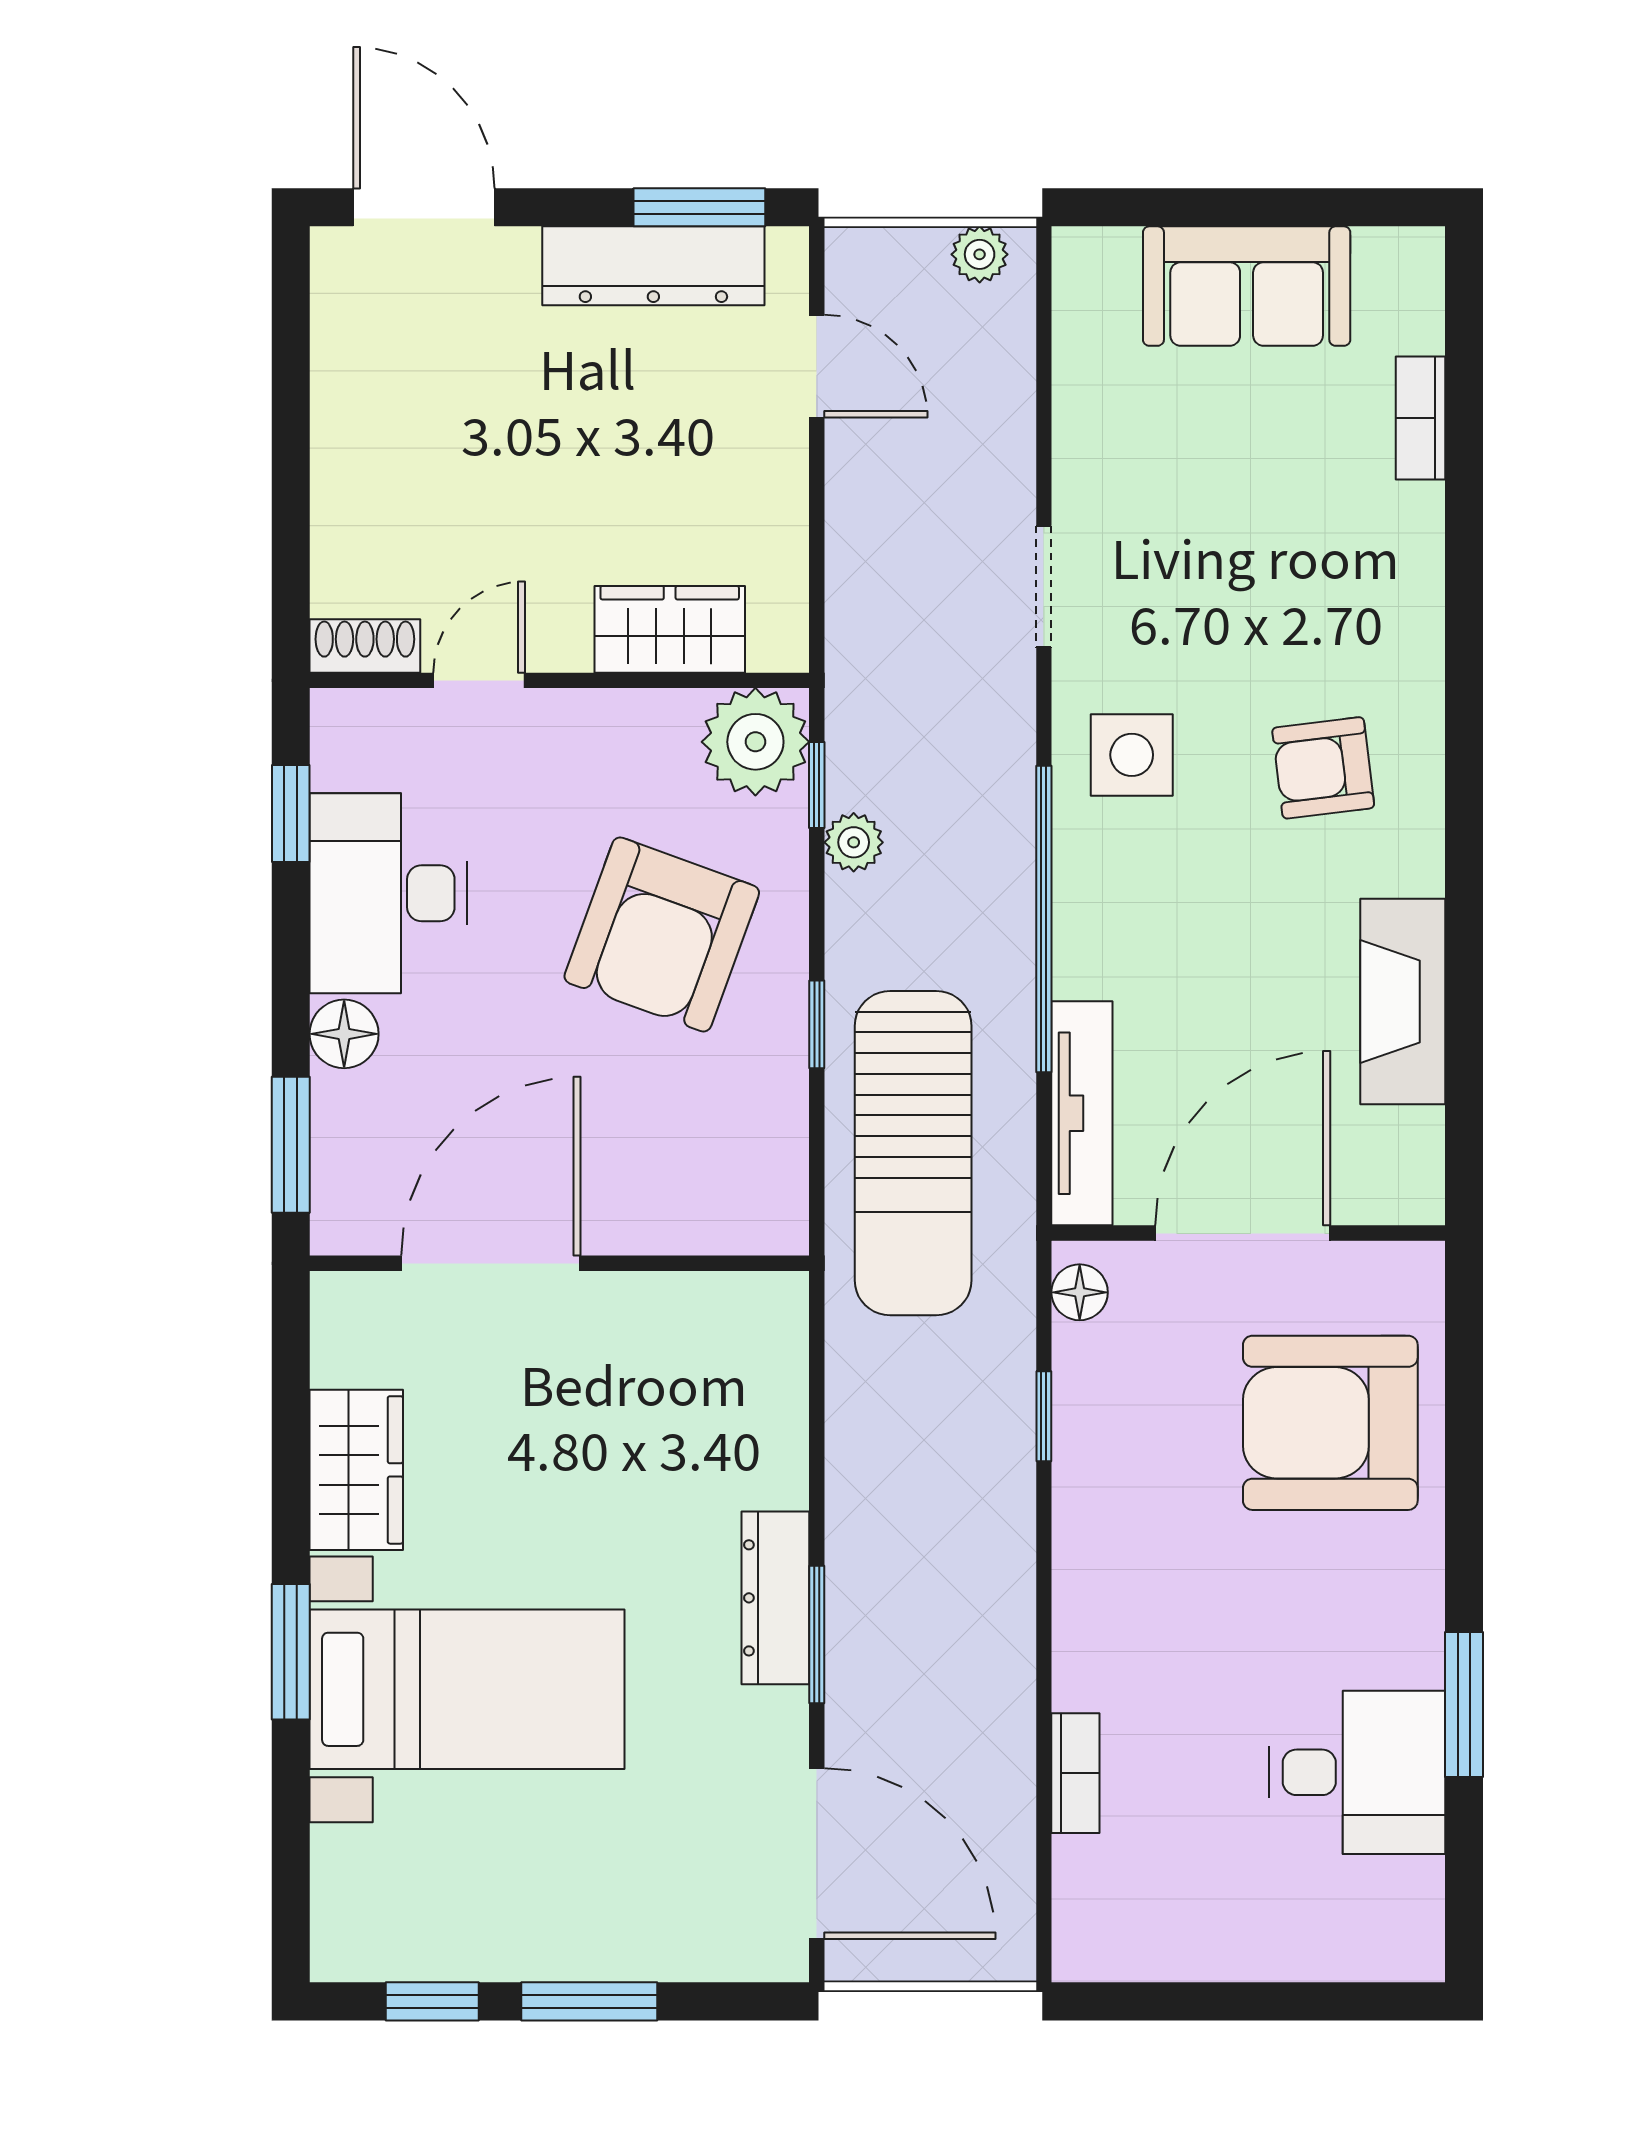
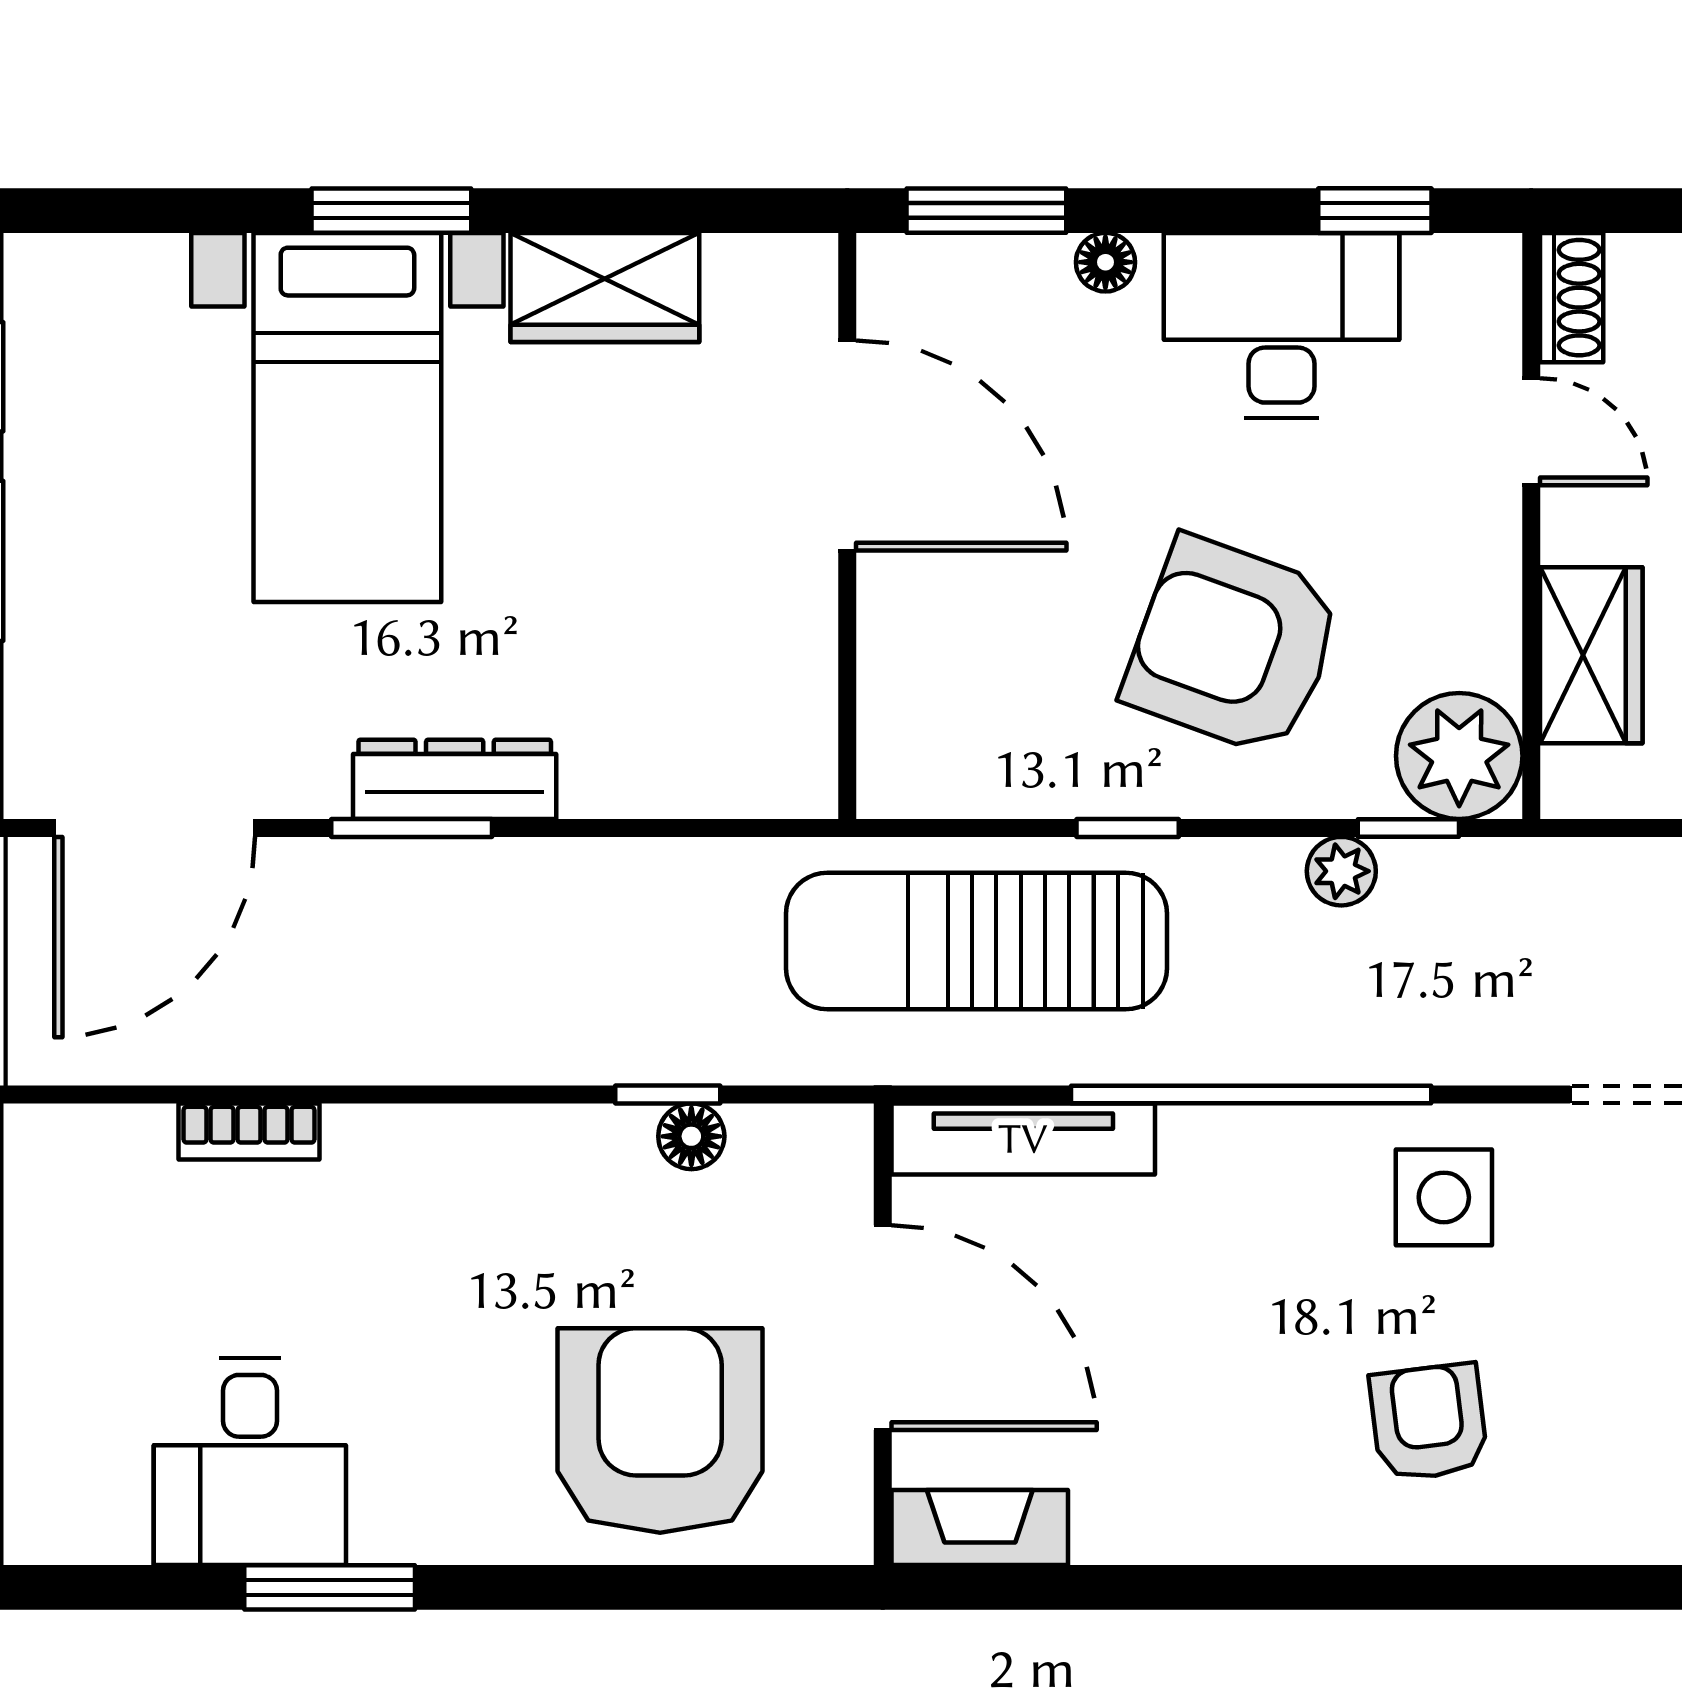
fireplace: (1403, 1001) -> (980, 1528), moved, width x0.73, depth x0.76
floor lamp: (344, 1034) -> (1105, 262), width x0.73, depth x0.73
floor lamp: (1080, 1292) -> (691, 1136), moved

